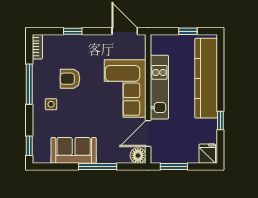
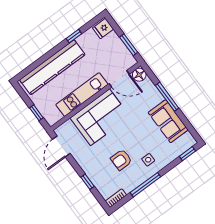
window: (188, 31) -> (36, 113), moved
armchair: (70, 79) -> (121, 160), turned 90

